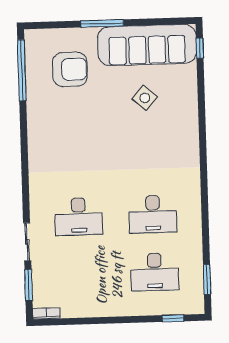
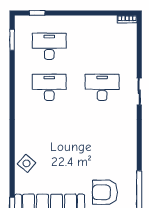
side table: (145, 98) -> (27, 163), moved
sliding door: (27, 242) -> (139, 92), moved
window: (29, 285) -> (139, 40), removed

